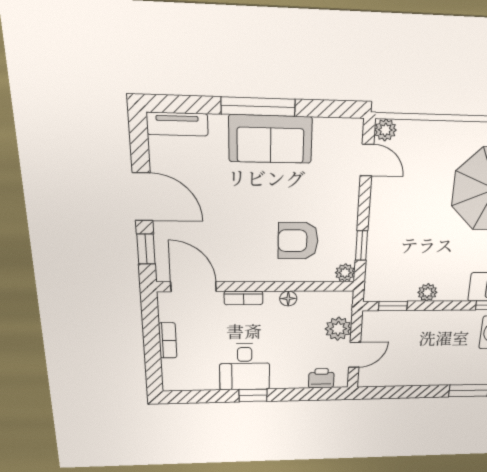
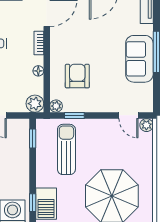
door: (367, 160) -> (128, 115), hinge flipped
sun lounger: (414, 258) -> (66, 149), added
plant: (427, 292) -> (42, 160), removed
plant: (338, 329) -> (35, 104), moved

